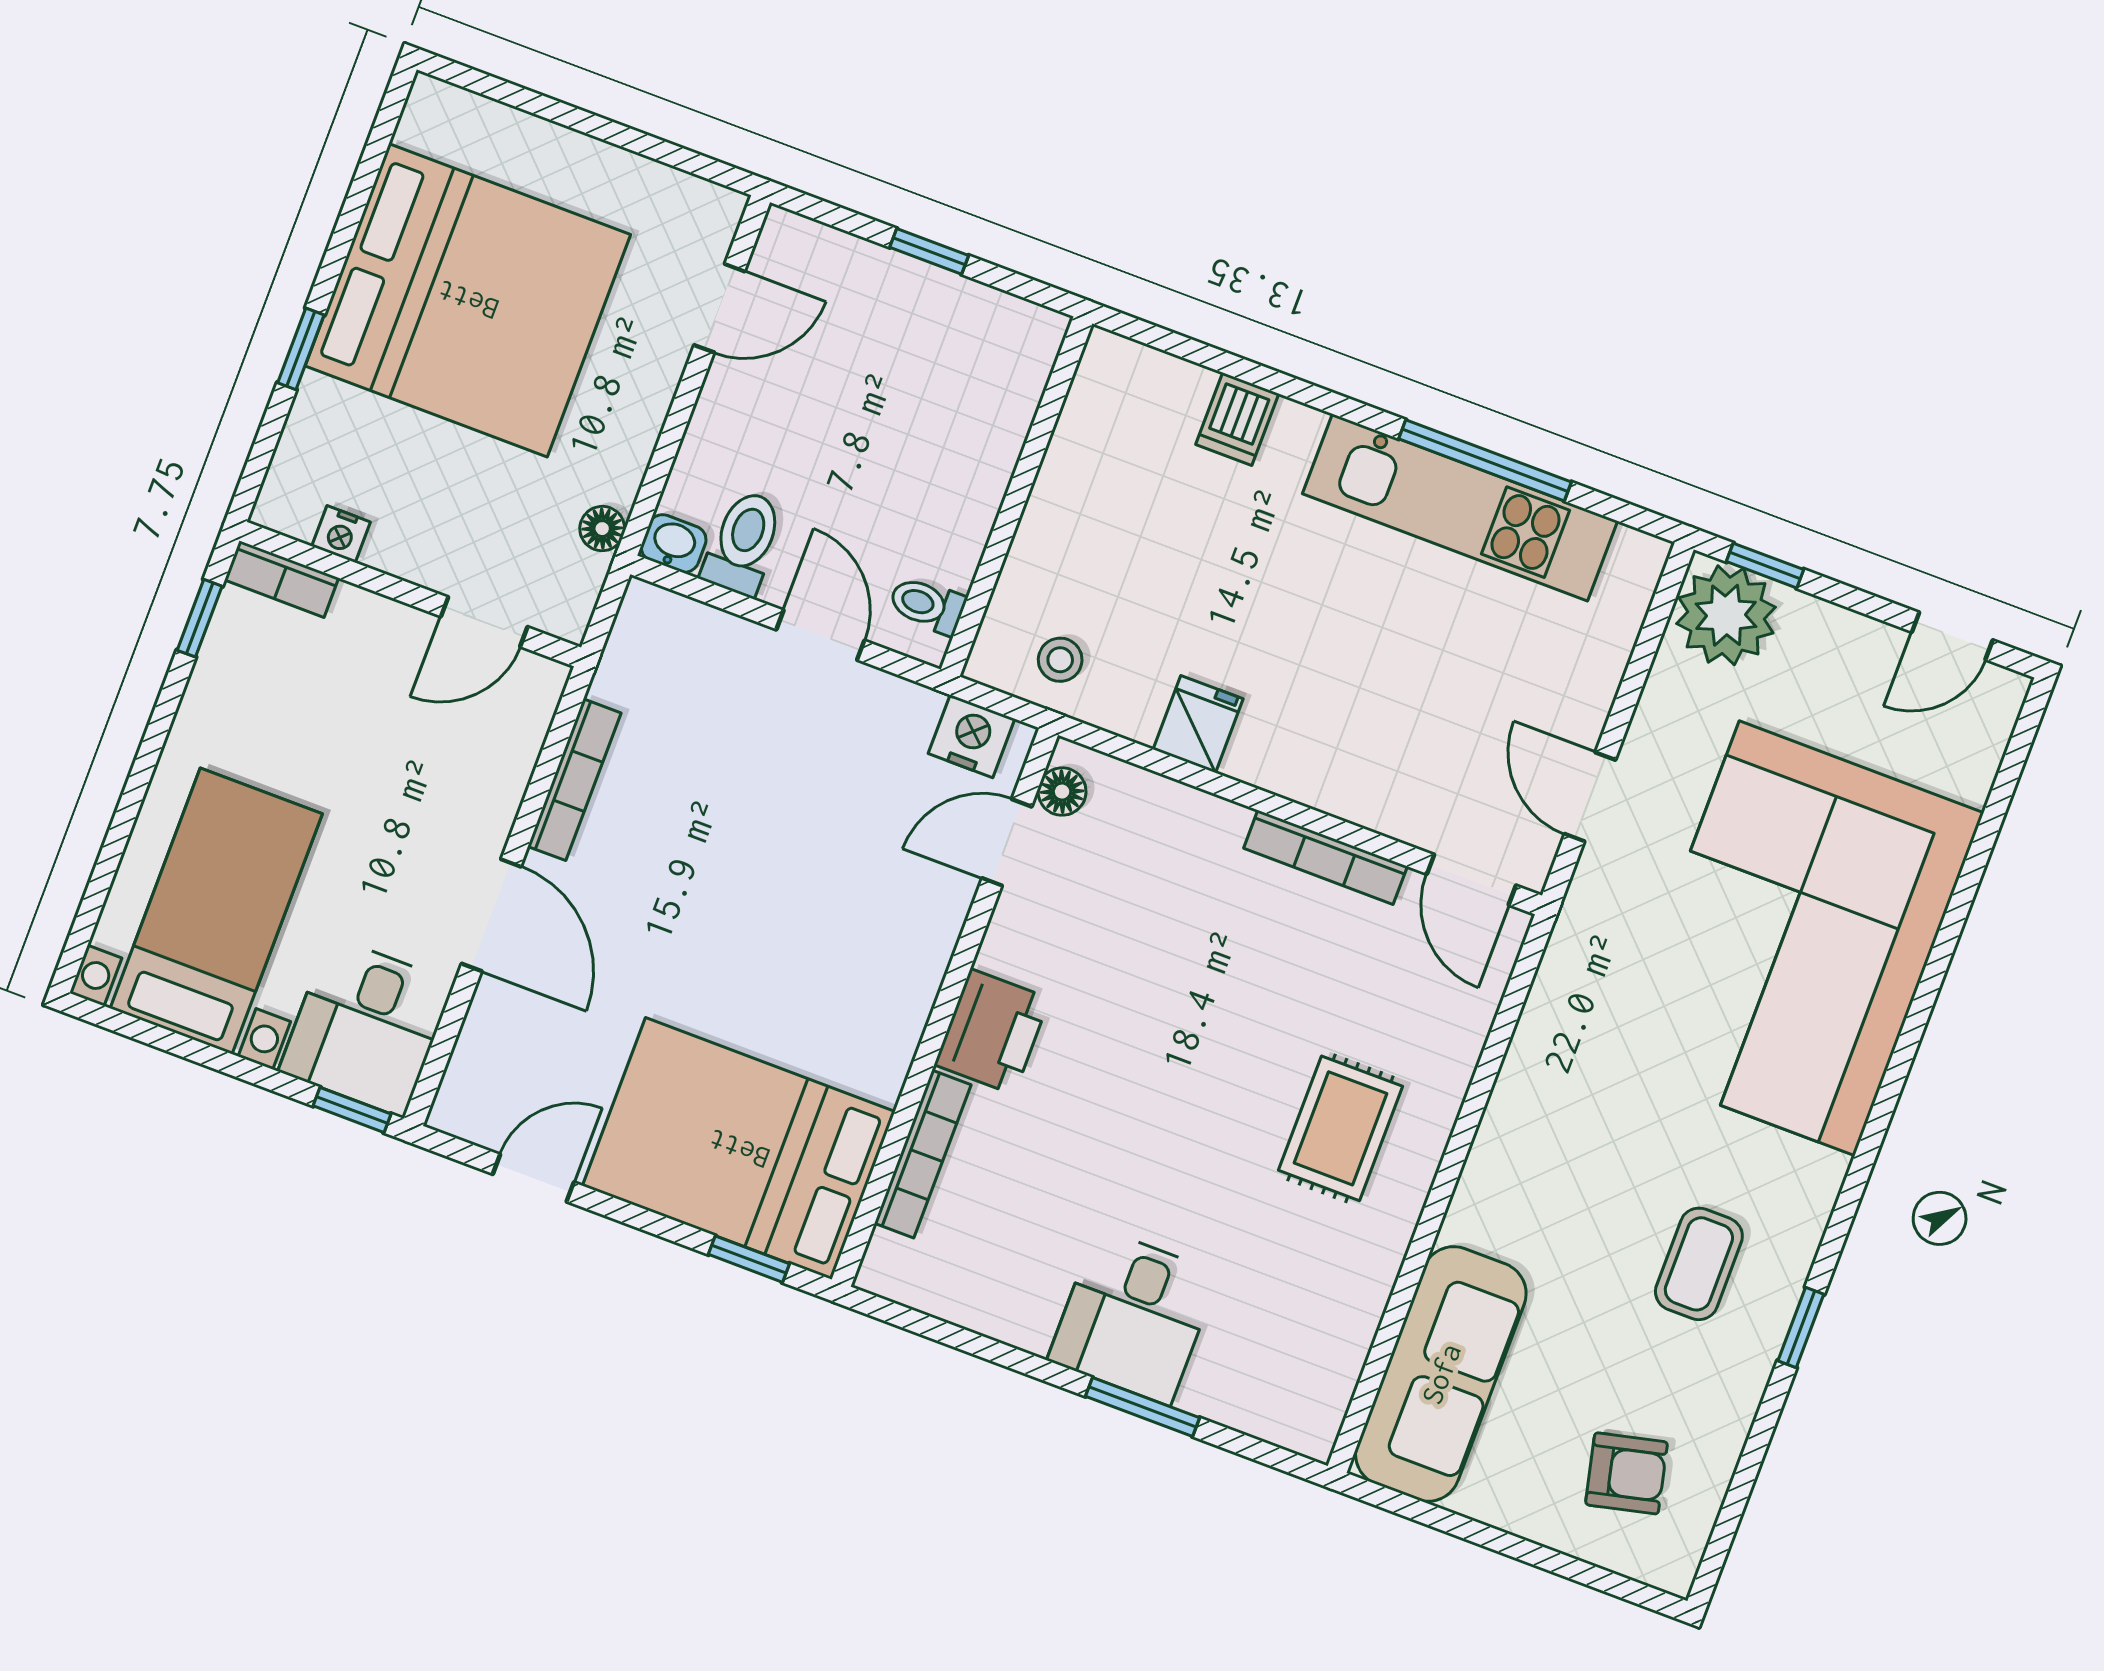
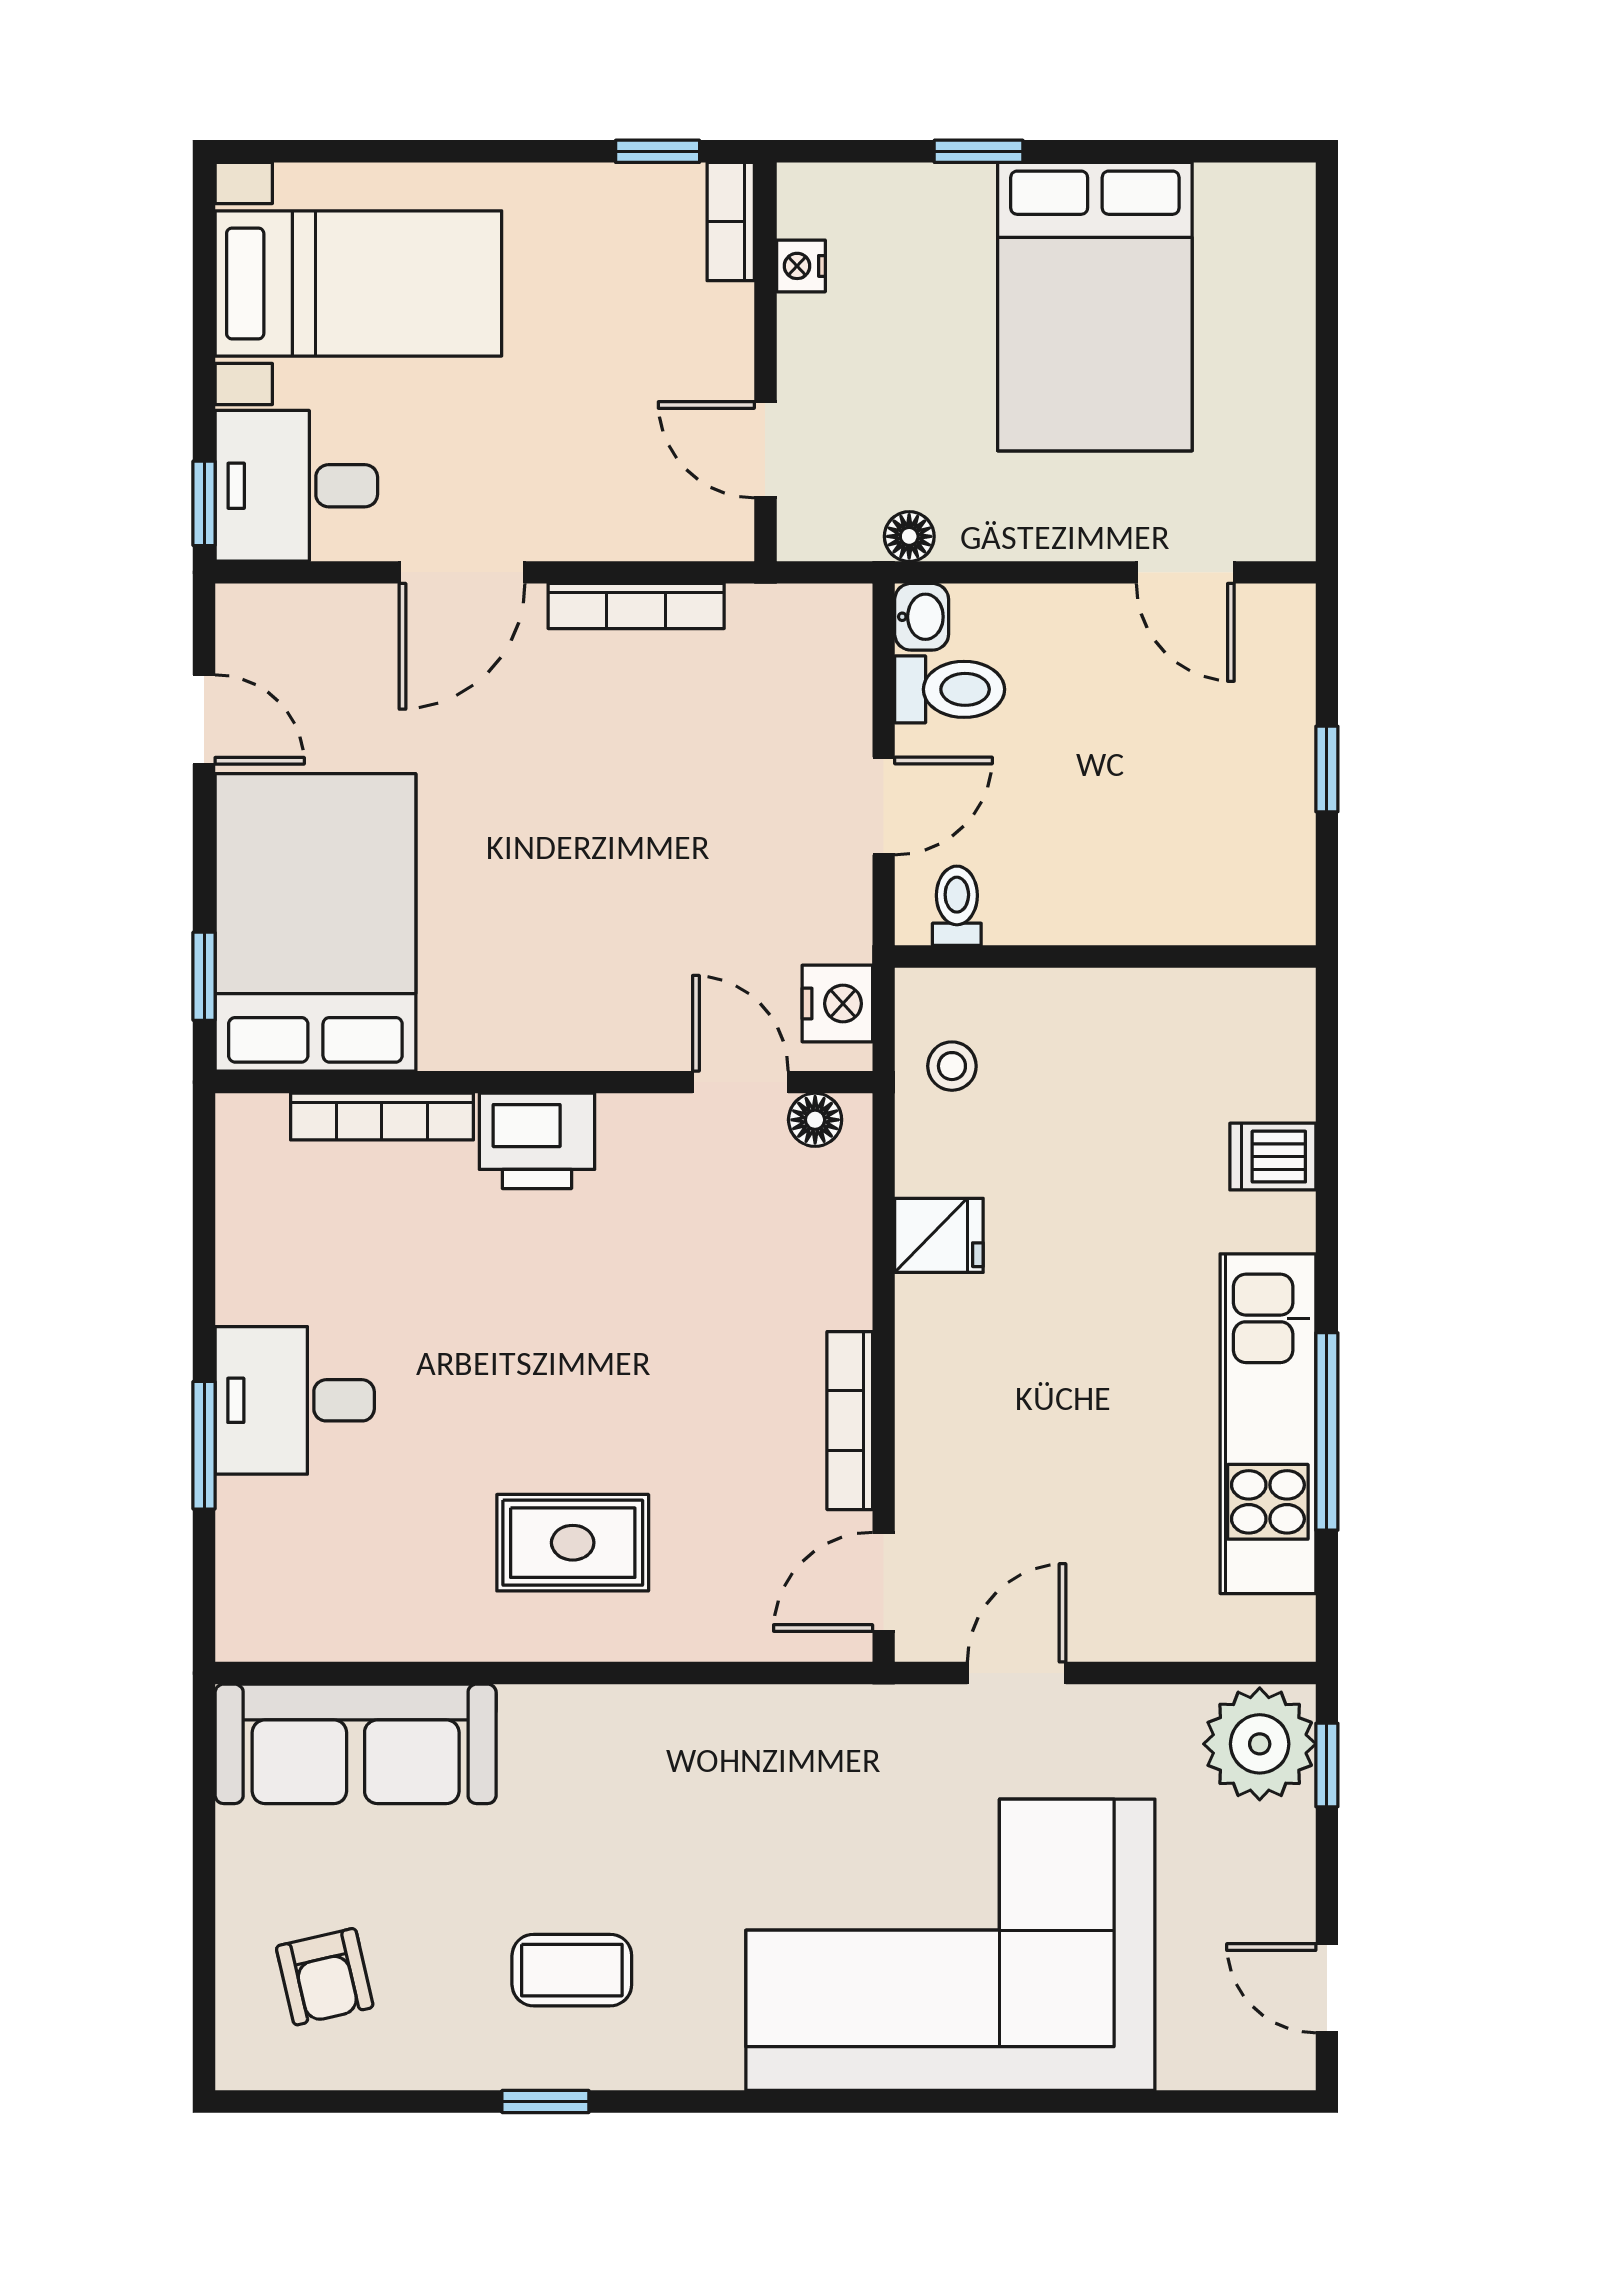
bed: (468, 300) -> (1095, 307), width x0.73

